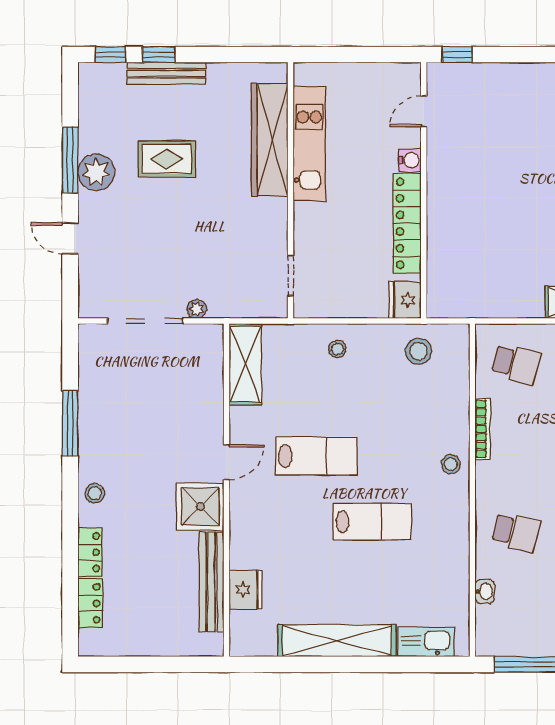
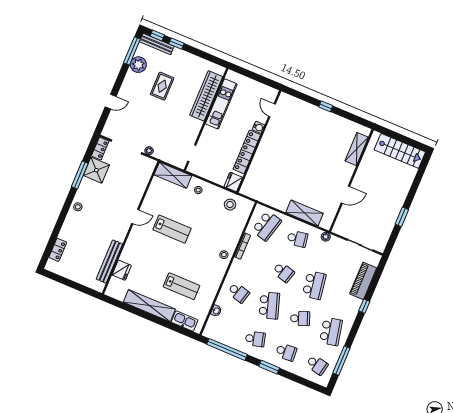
window: (457, 55) -> (326, 106), moved
bench: (166, 73) -> (157, 44), moved
door: (424, 111) -> (272, 110), hinge flipped
rug: (166, 159) -> (162, 86), turned 90
window: (70, 160) -> (132, 51), moved
plant: (96, 172) -> (138, 65), moved
door: (70, 238) -> (111, 102), swing flipped
school desk: (516, 364) -> (267, 226), width x1.85
shelving: (245, 365) -> (173, 175), moved, turned 90
shower: (200, 507) -> (96, 170), moved
lab bench: (372, 522) -> (182, 286), moved
locker: (90, 552) -> (100, 149), moved

